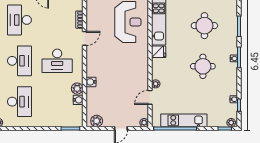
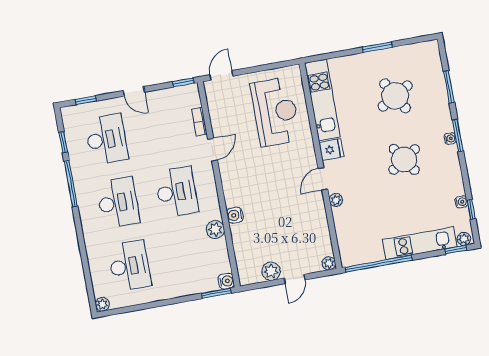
desk: (19, 20) -> (106, 139), turned 180
round table: (204, 26) -> (395, 96), turned -30
desk: (57, 61) -> (176, 192), turned -90
round table: (203, 66) -> (404, 159), turned -34
door: (150, 97) -> (323, 179), moved
water cooler: (78, 100) -> (226, 281), moved
kitchen unit: (184, 120) -> (420, 243), moved
plant: (97, 121) -> (271, 271), moved

